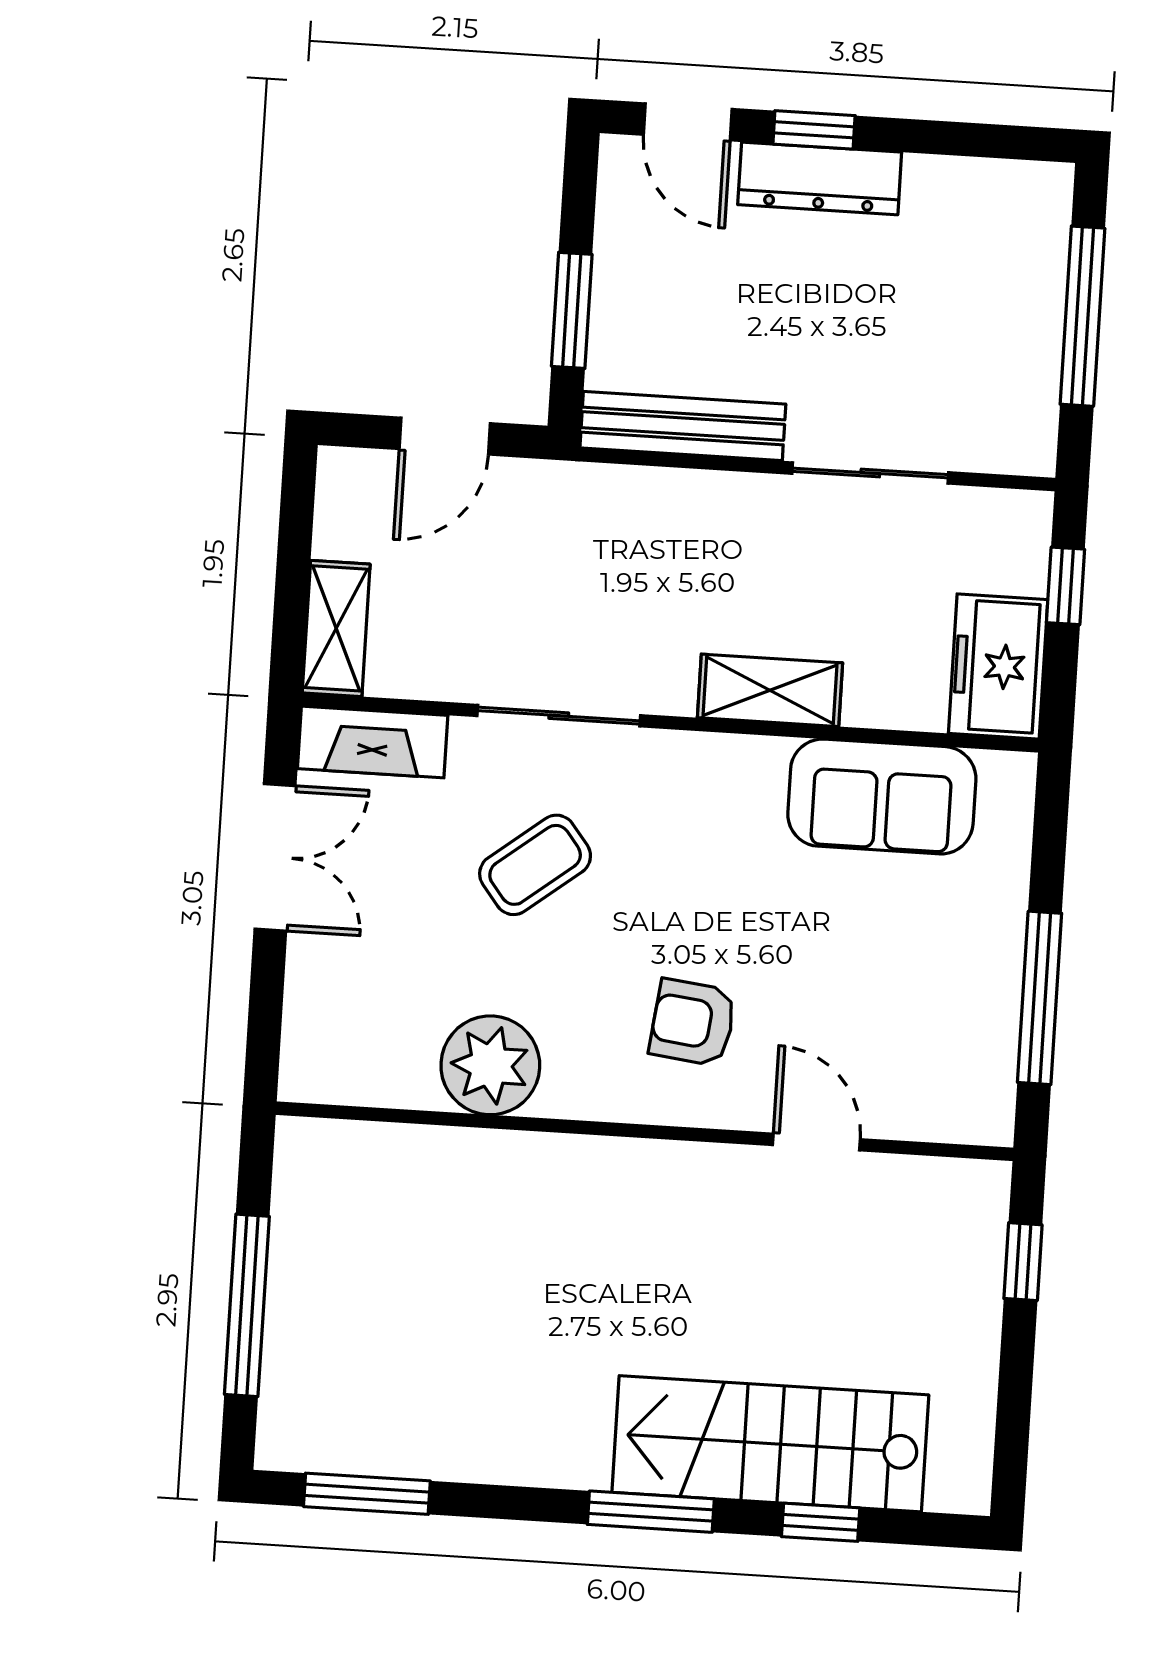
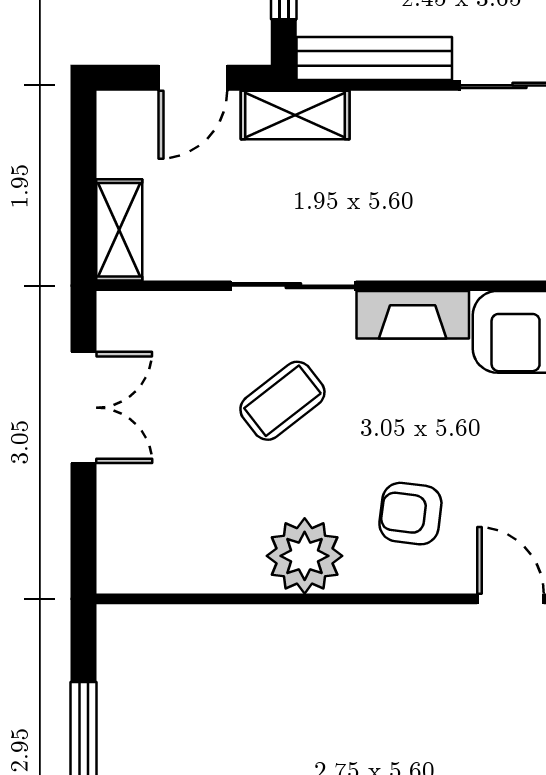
shelving: (770, 690) -> (295, 115), moved
fireplace: (373, 742) -> (413, 315), moved
plant: (490, 1065) -> (305, 556), moved

